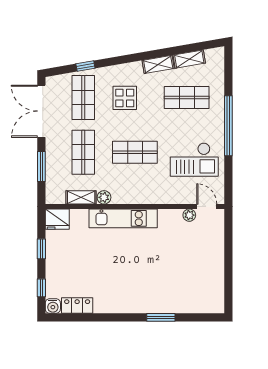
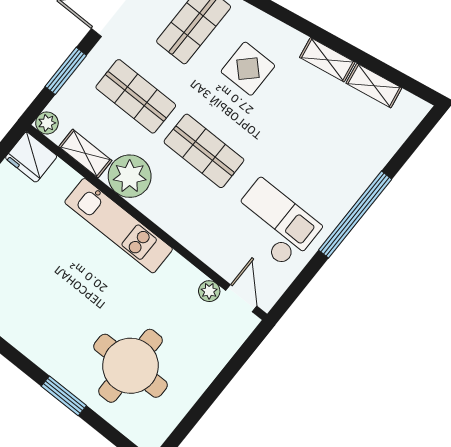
shop shelf: (187, 97) -> (330, 133), removed
shop shelf: (83, 152) -> (136, 96), turned 90
checkout: (194, 160) -> (274, 223), turned 180
plant: (52, 197) -> (47, 123), added
plant: (104, 197) -> (130, 176), width x1.87, depth x1.87
round table: (181, 279) -> (131, 366), added

